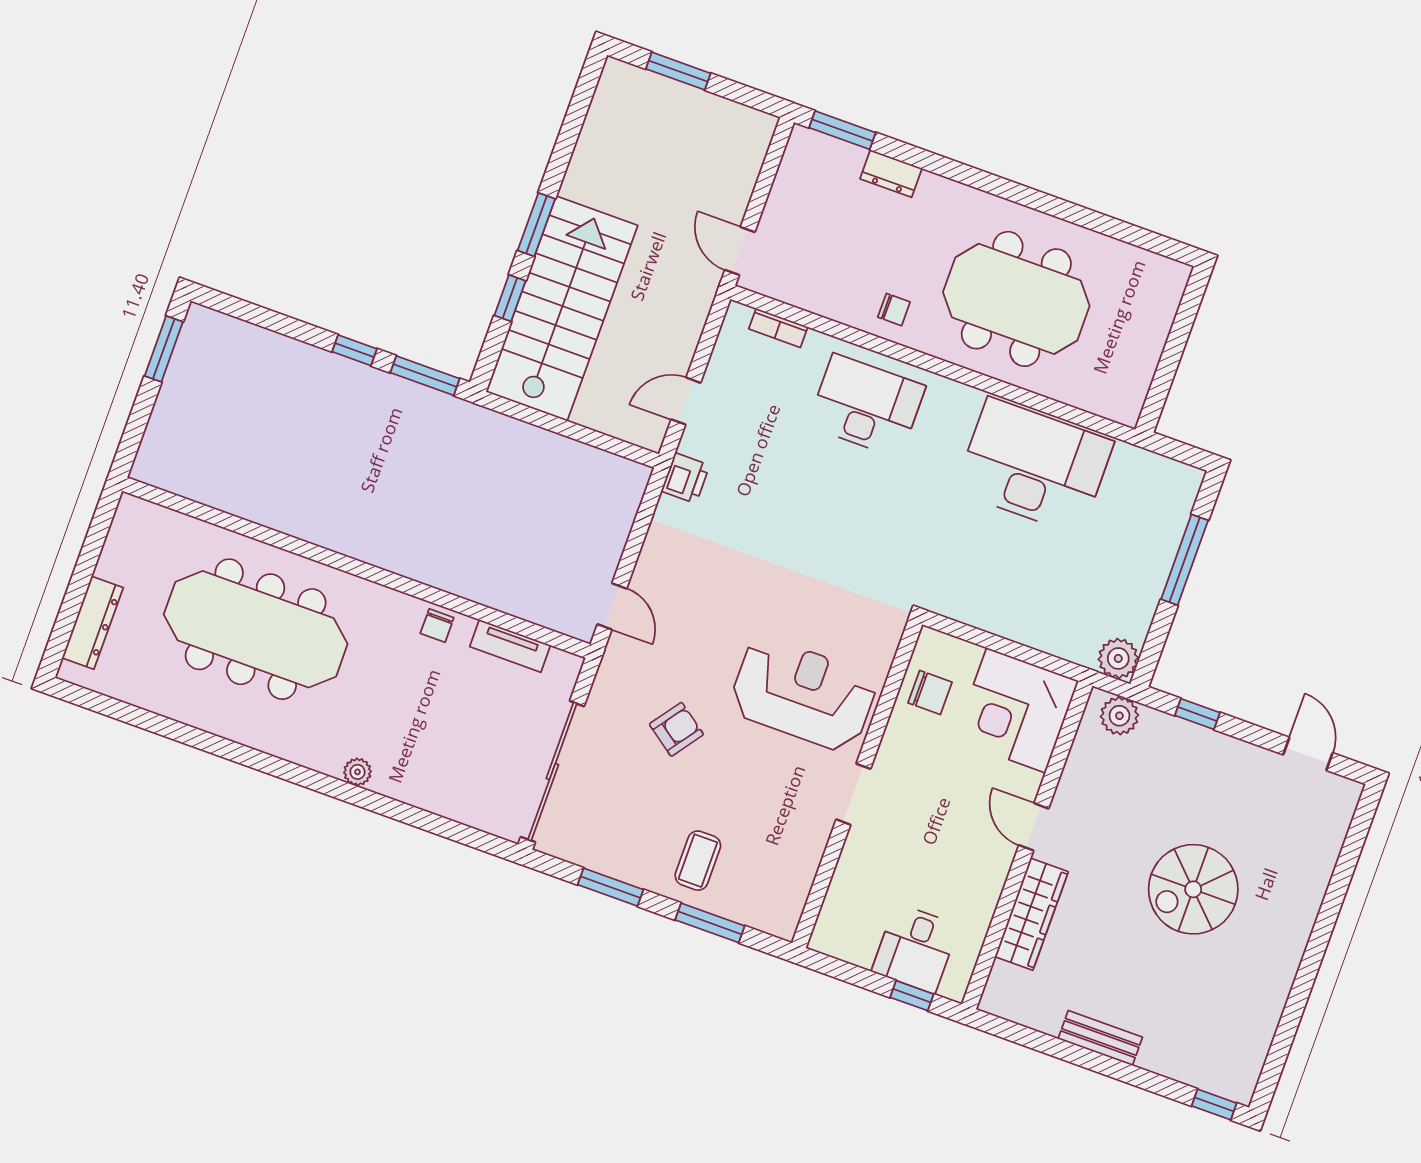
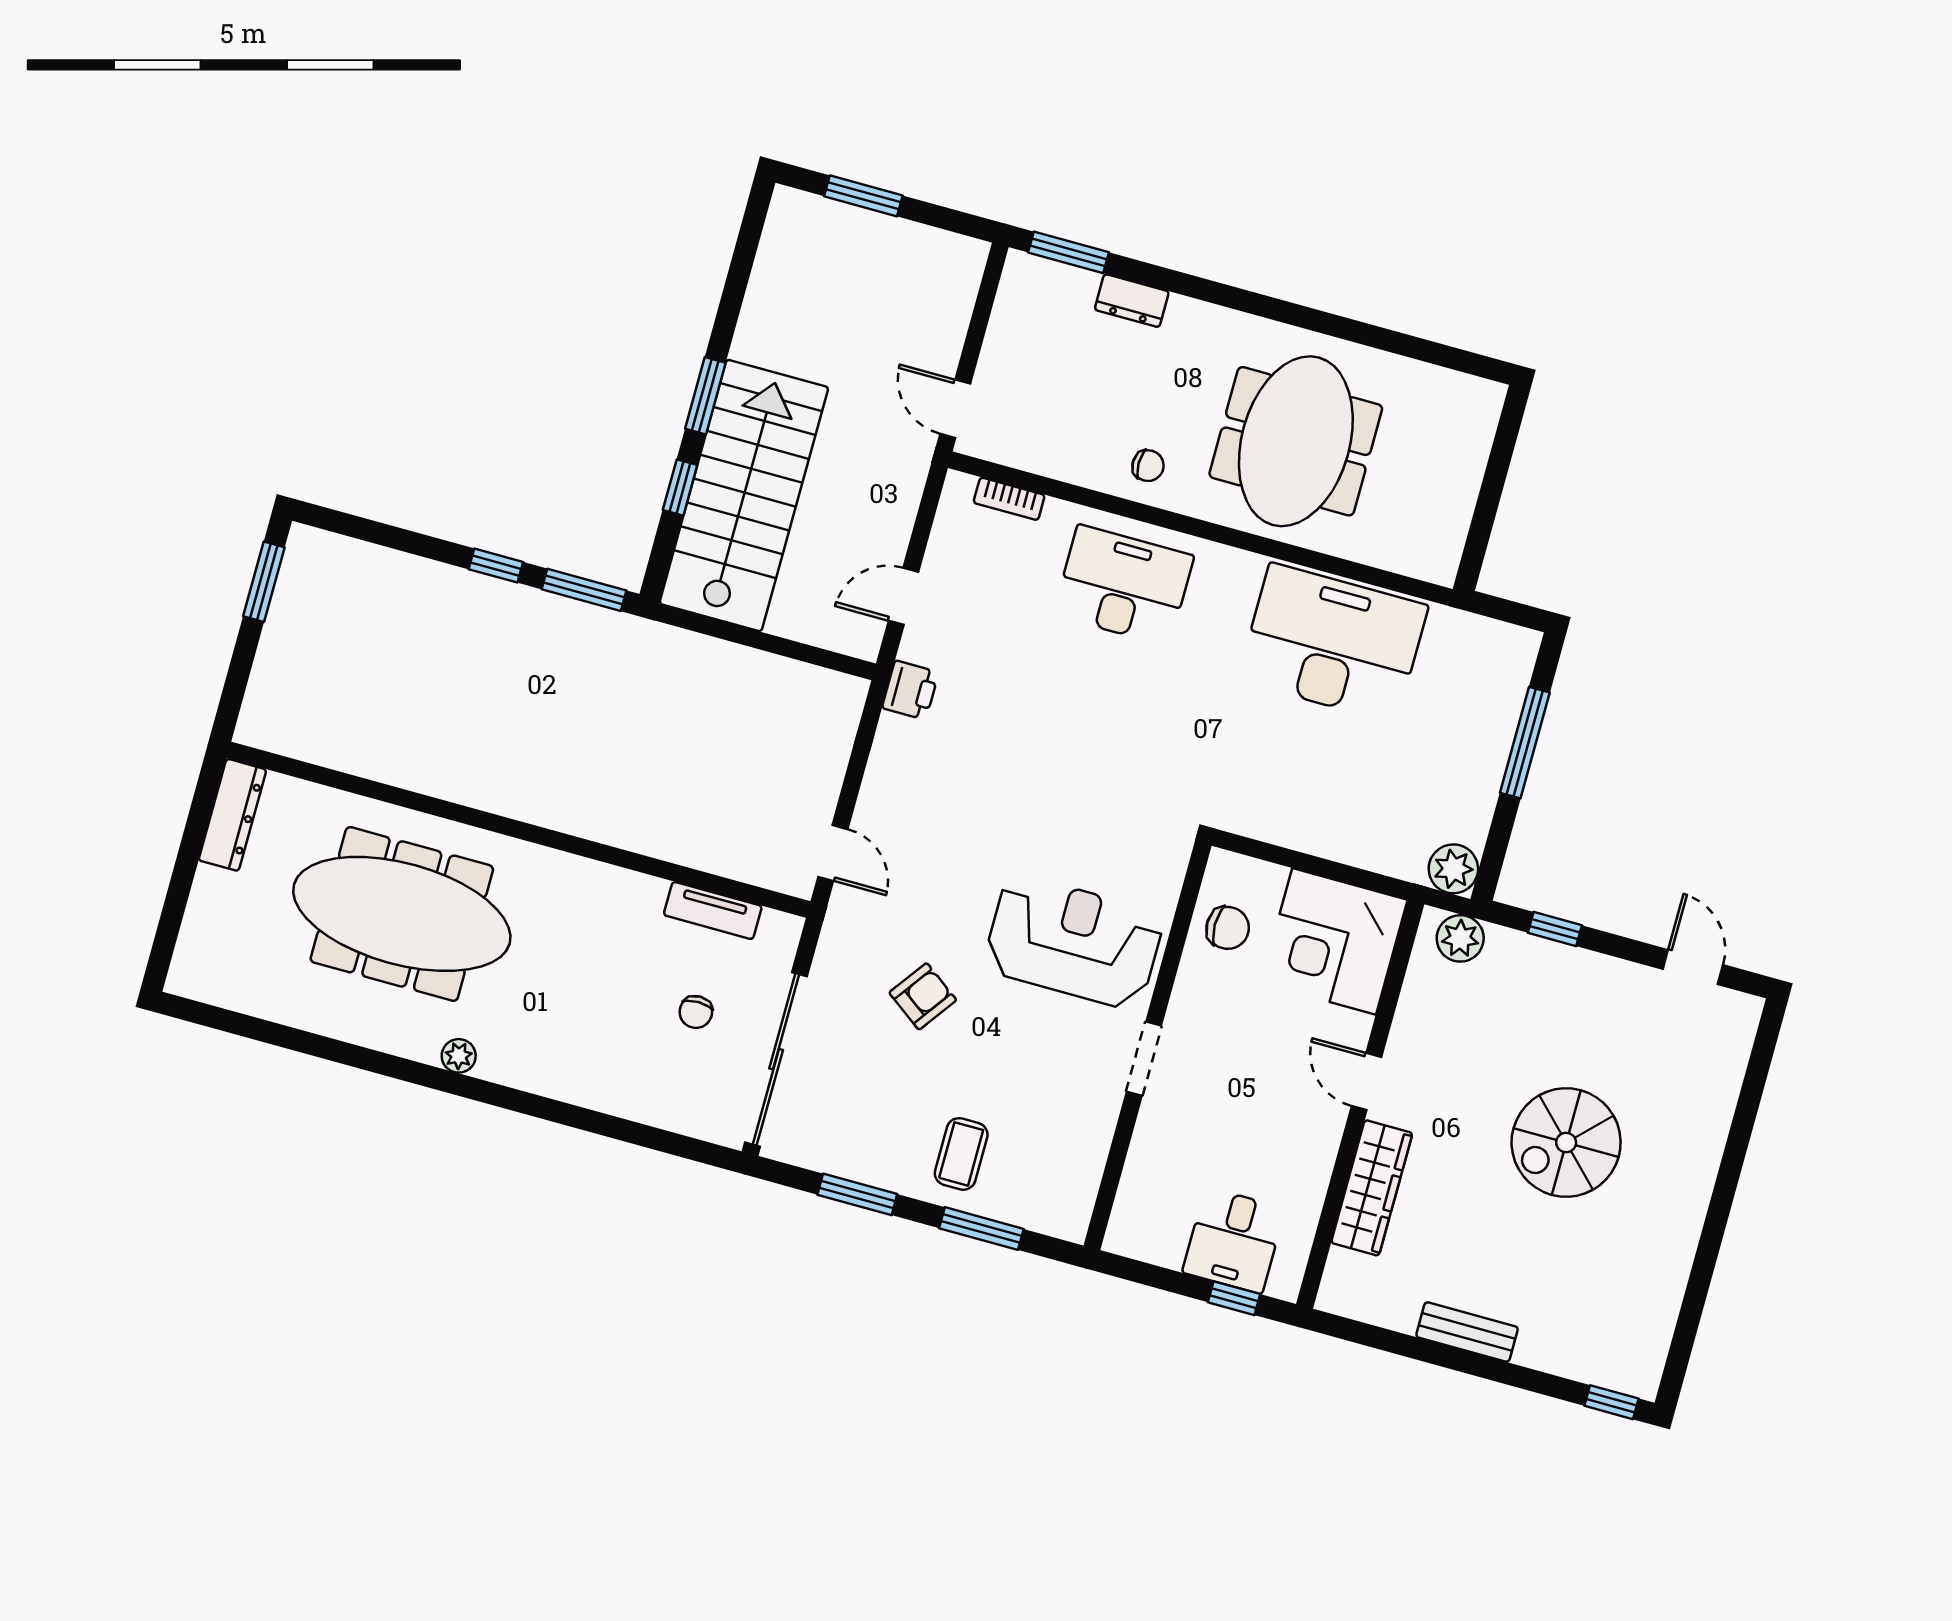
meeting table: (1016, 299) -> (1296, 441), turned 90
dresser: (93, 623) -> (232, 815), moved
chair: (437, 626) -> (696, 1012), moved
plant: (357, 772) -> (459, 1056), moved

